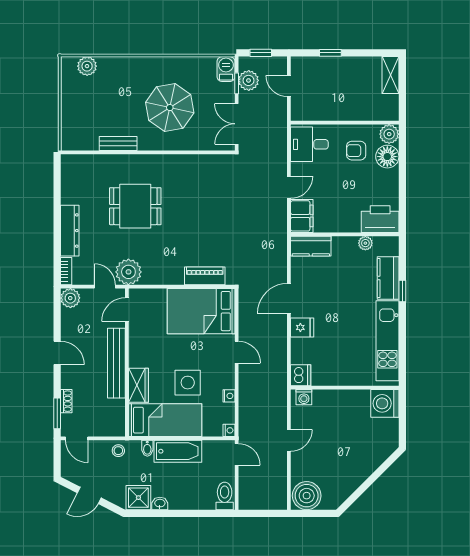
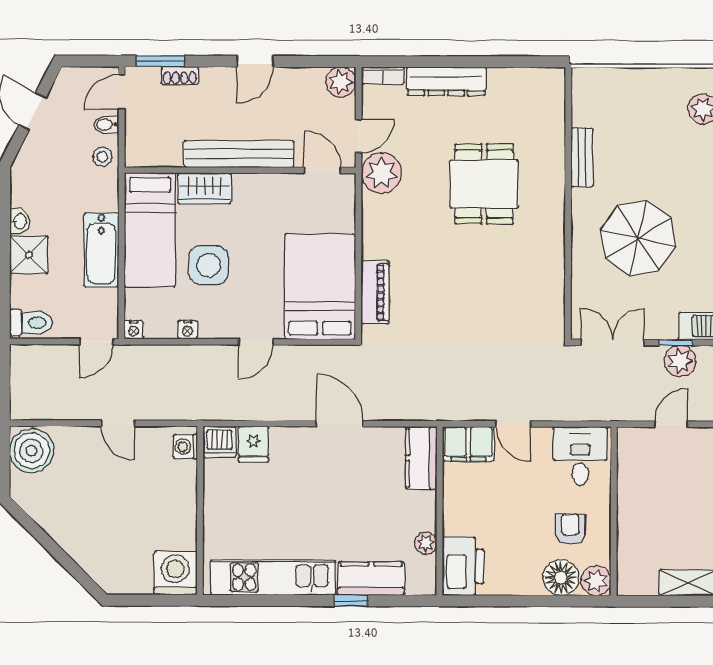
fridge: (302, 327) -> (253, 444), moved
bidet: (147, 448) -> (106, 125), moved
shower: (138, 498) -> (29, 255), moved

